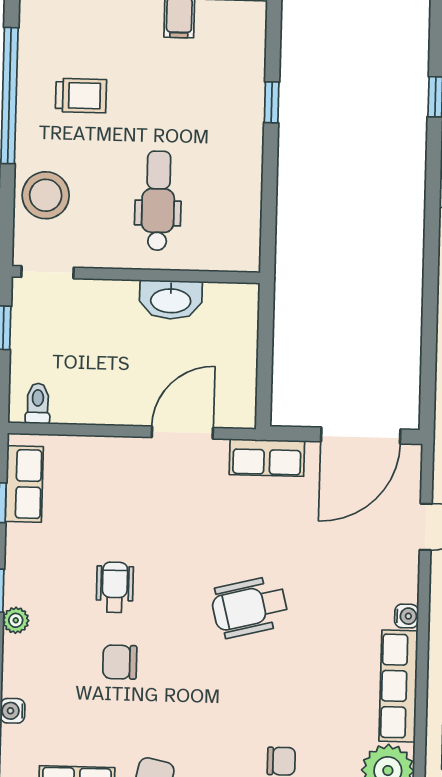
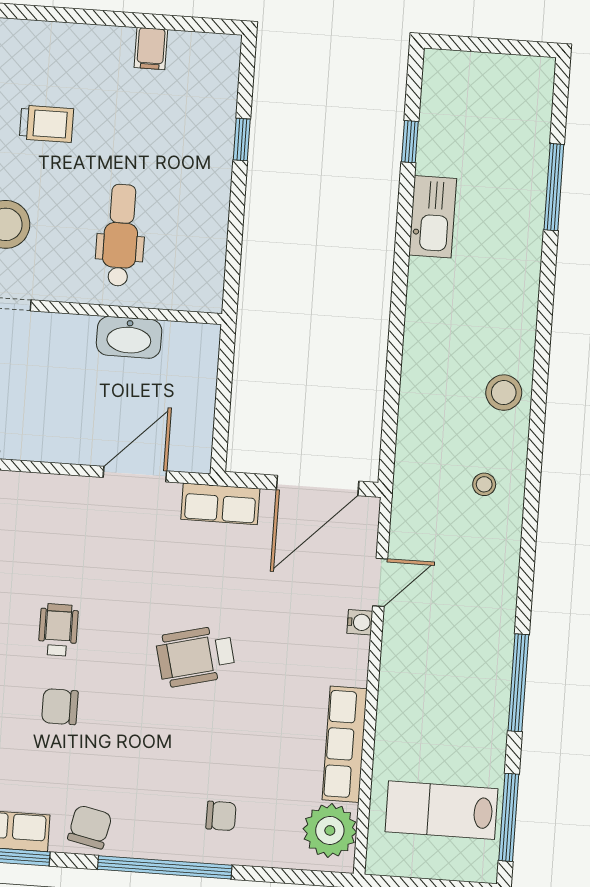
water cooler: (407, 616) -> (360, 622), moved

